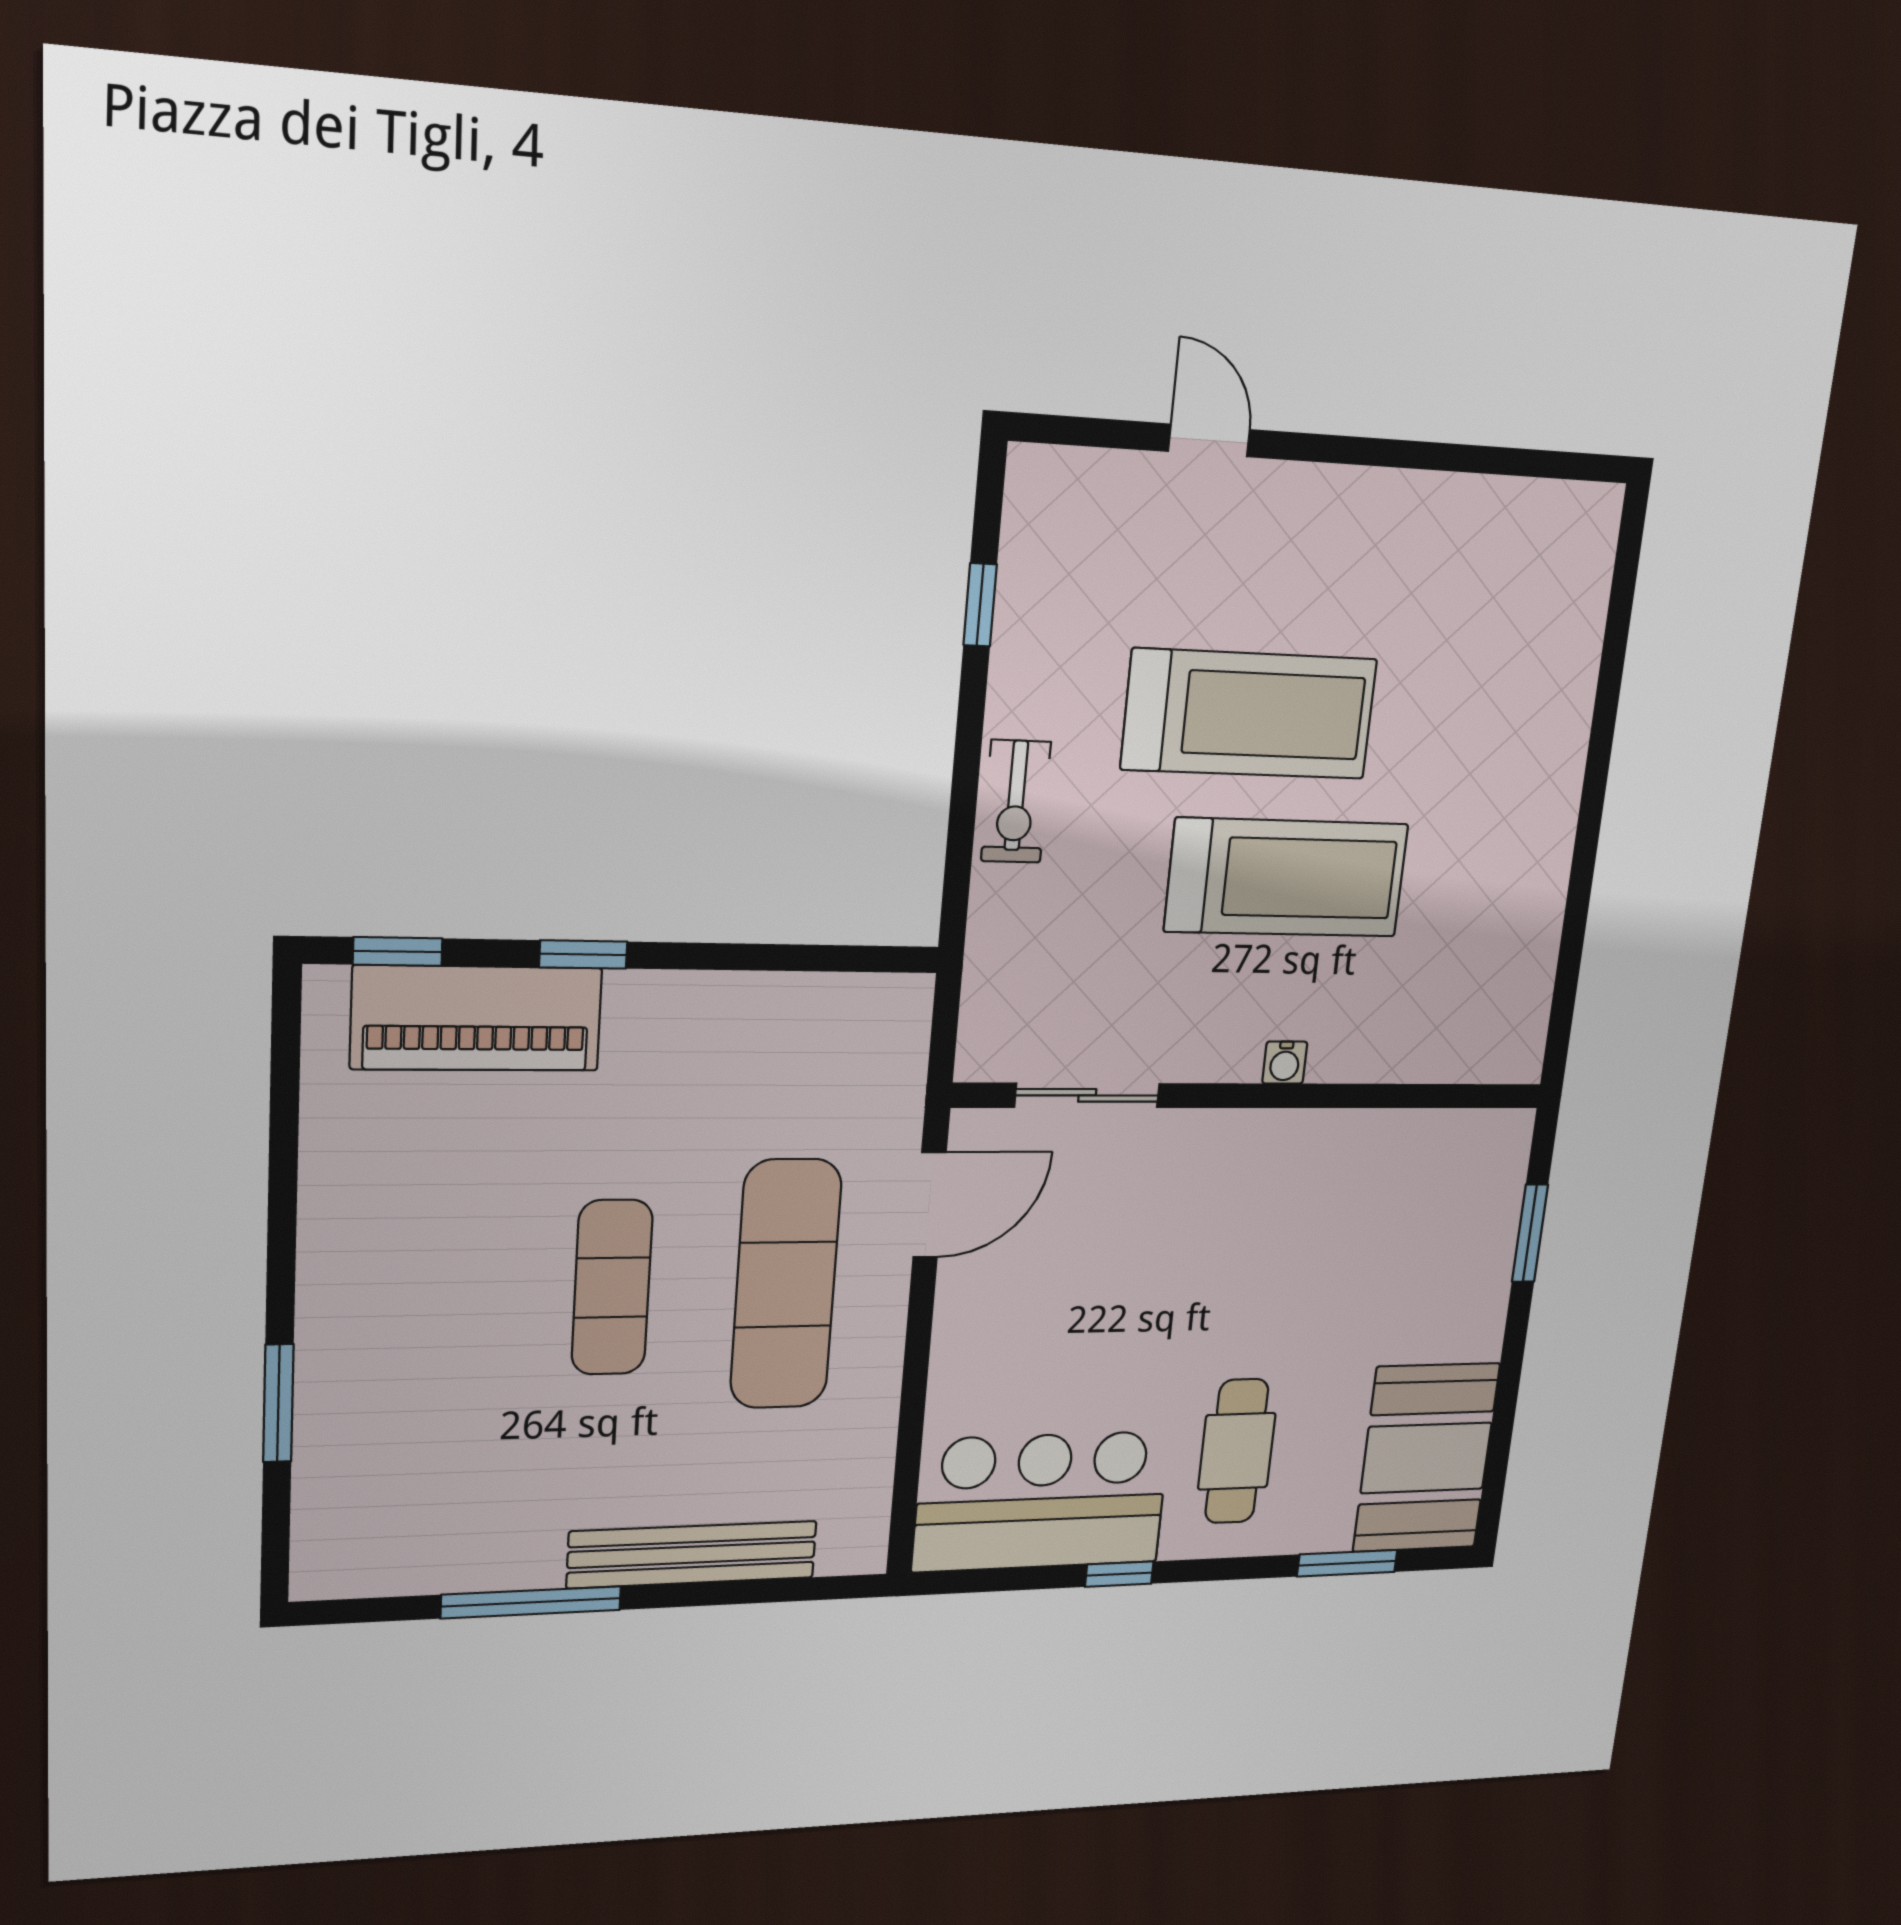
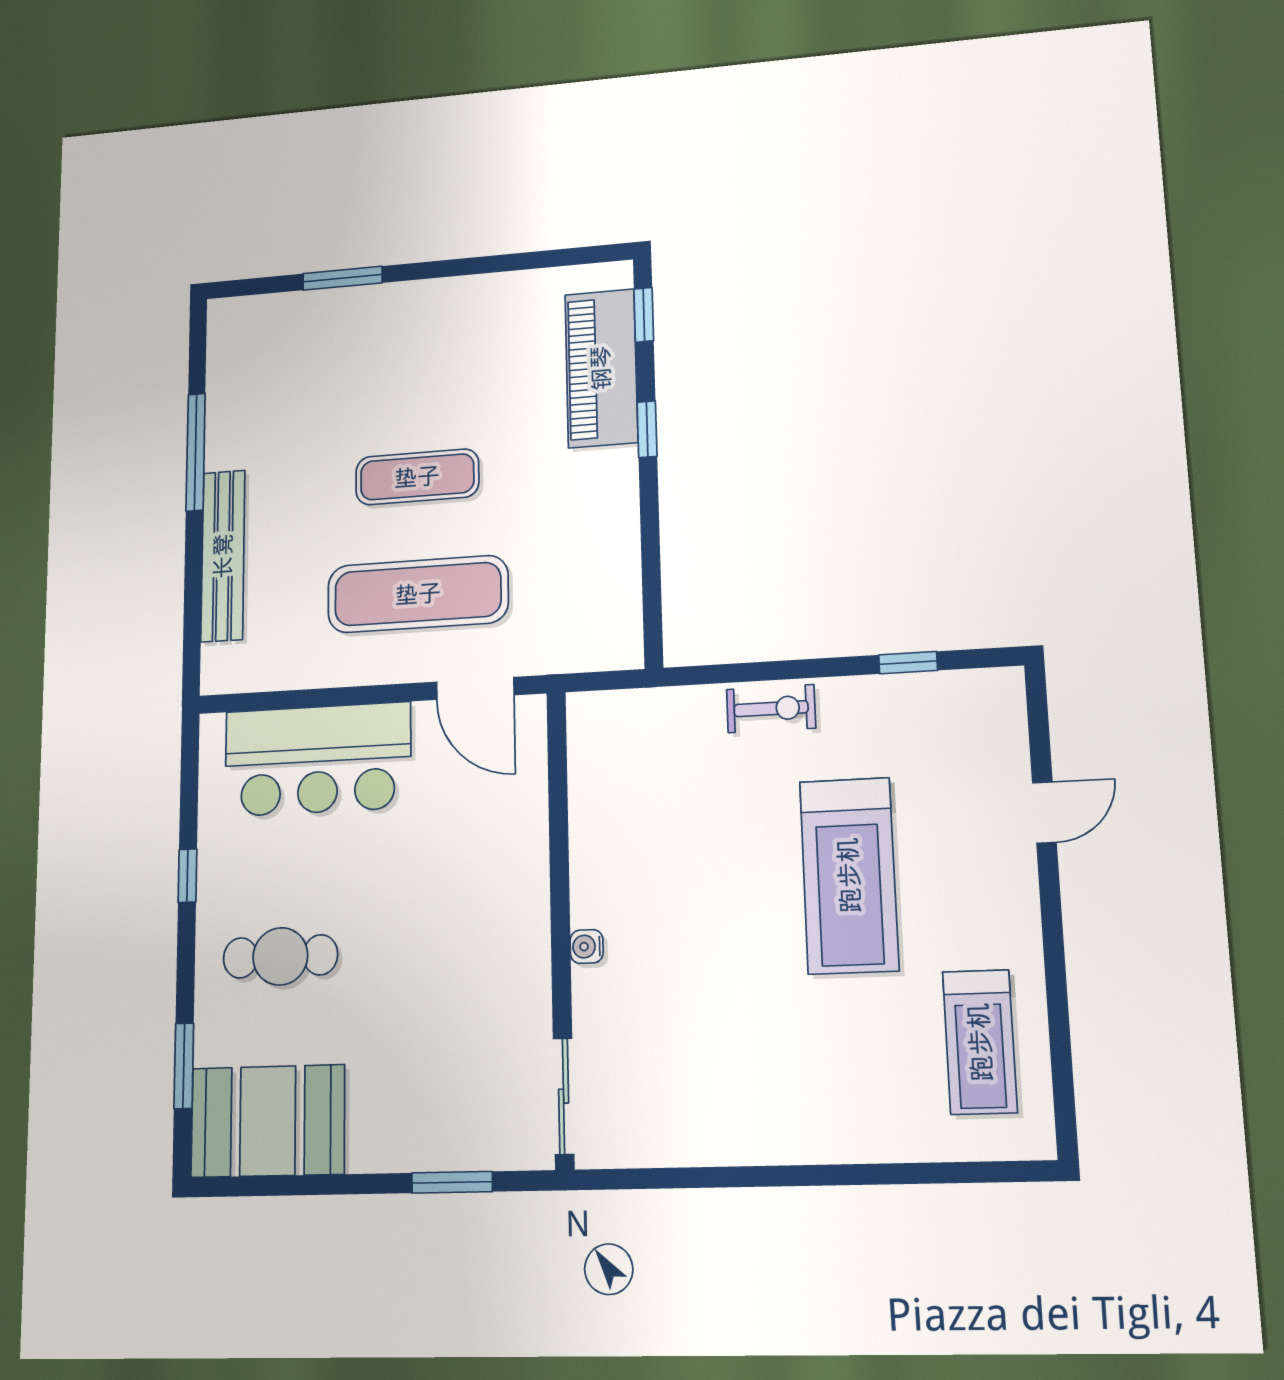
exercise bike: (1016, 802) -> (771, 709), turned 180
treadmill: (1287, 878) -> (980, 1042), moved, width x0.73, depth x0.73
sliding door: (1087, 1095) -> (564, 1096), moved
bar counter: (1041, 1501) -> (318, 759), moved, turned 90

